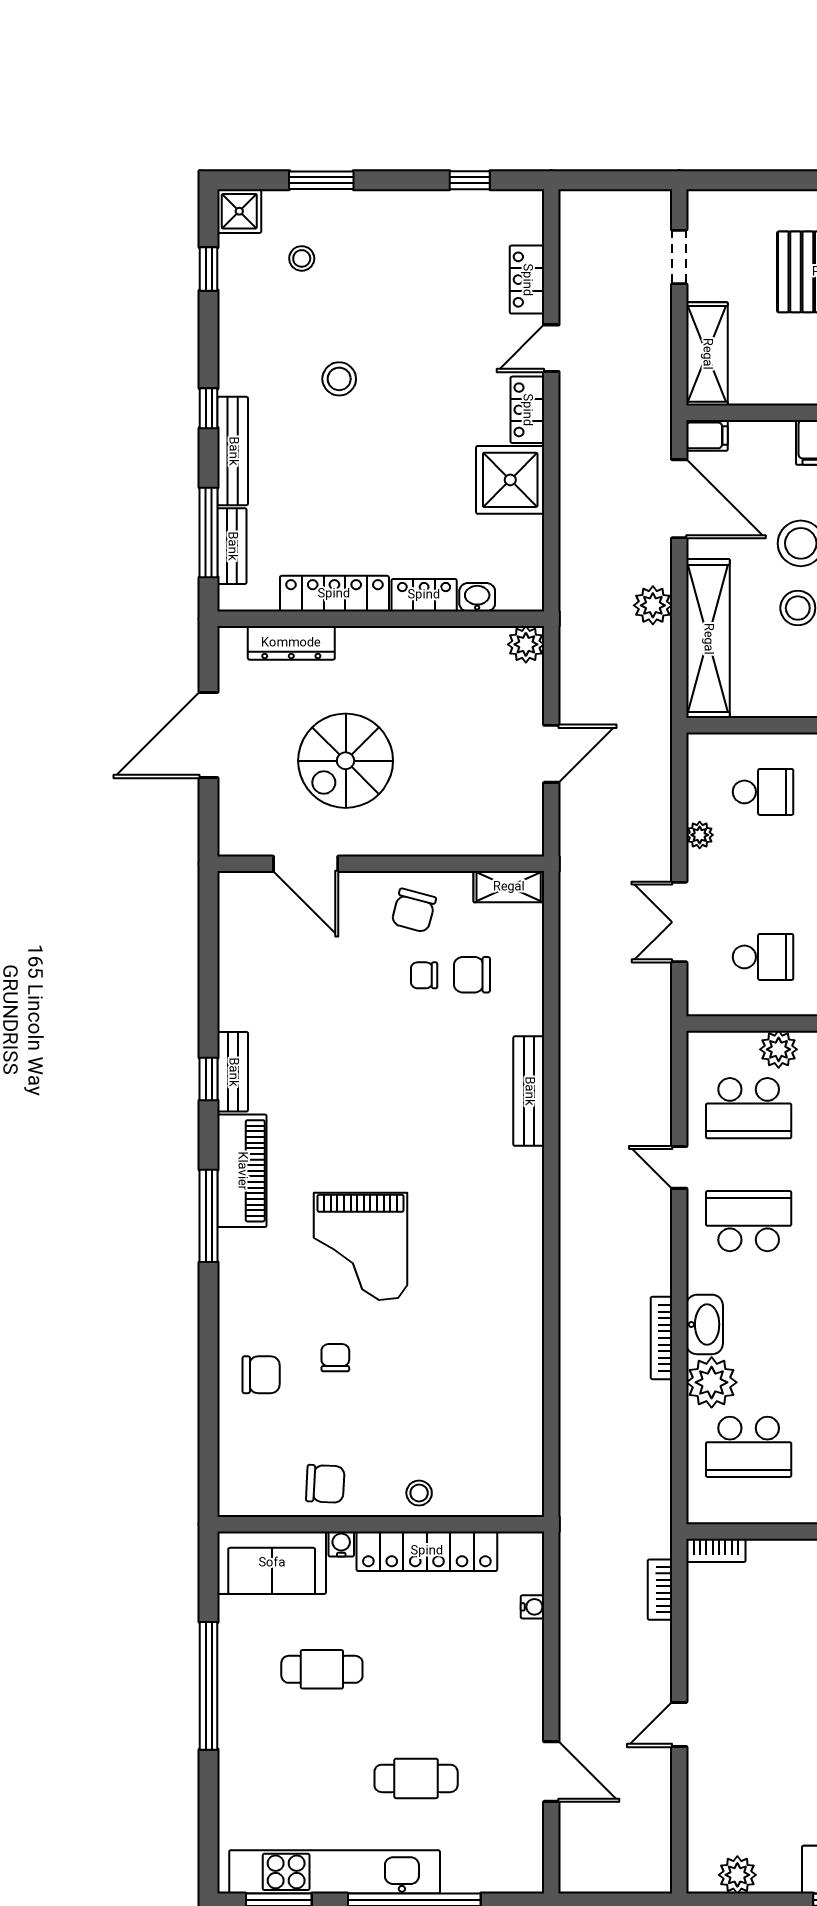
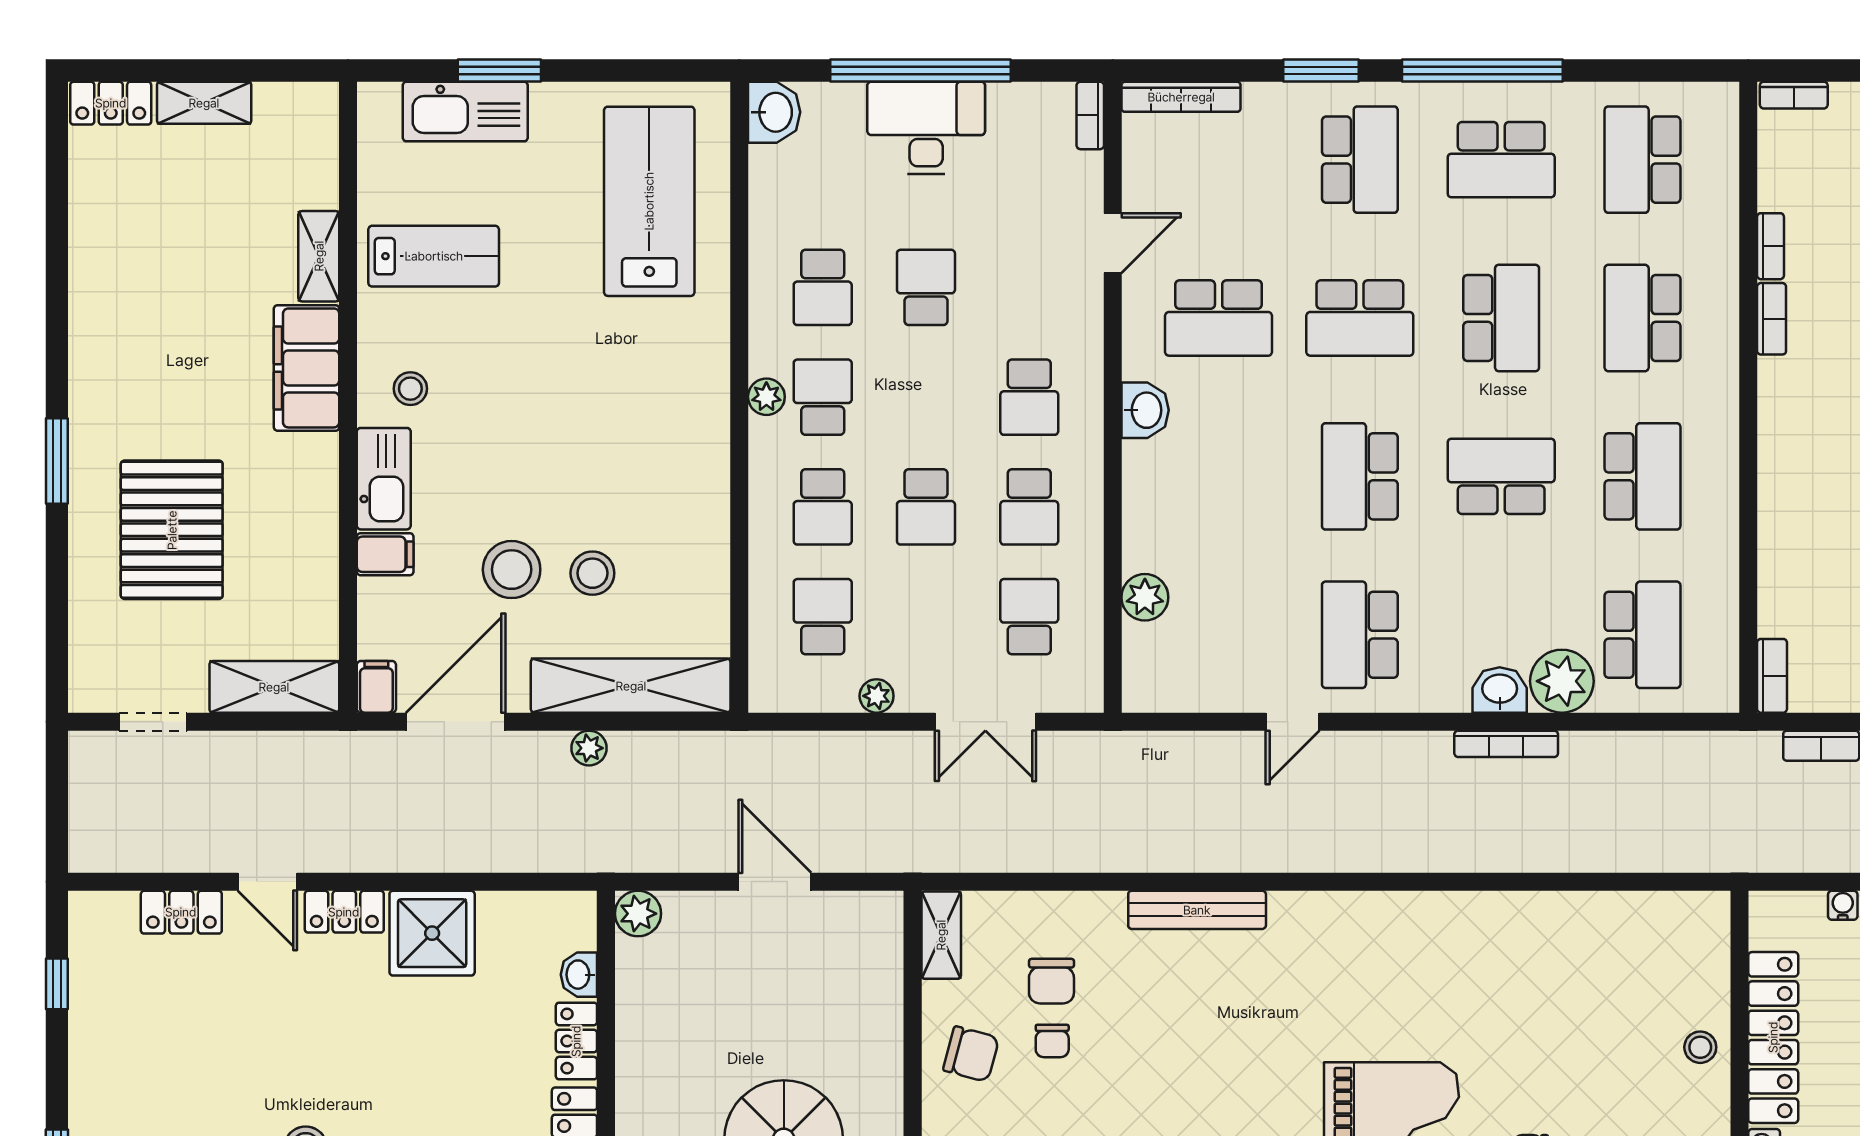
plant: (653, 605) -> (589, 748), width x0.73, depth x0.73
school desk: (749, 1108) -> (1219, 635), removed
washbasin: (705, 1324) -> (1500, 690), width x0.72

